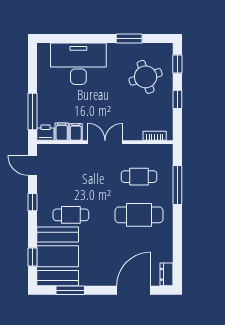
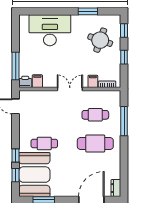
round table: (146, 77) -> (100, 40), turned 37
filing cabinet: (76, 132) -> (93, 81), moved
window: (33, 202) -> (16, 155), moved

